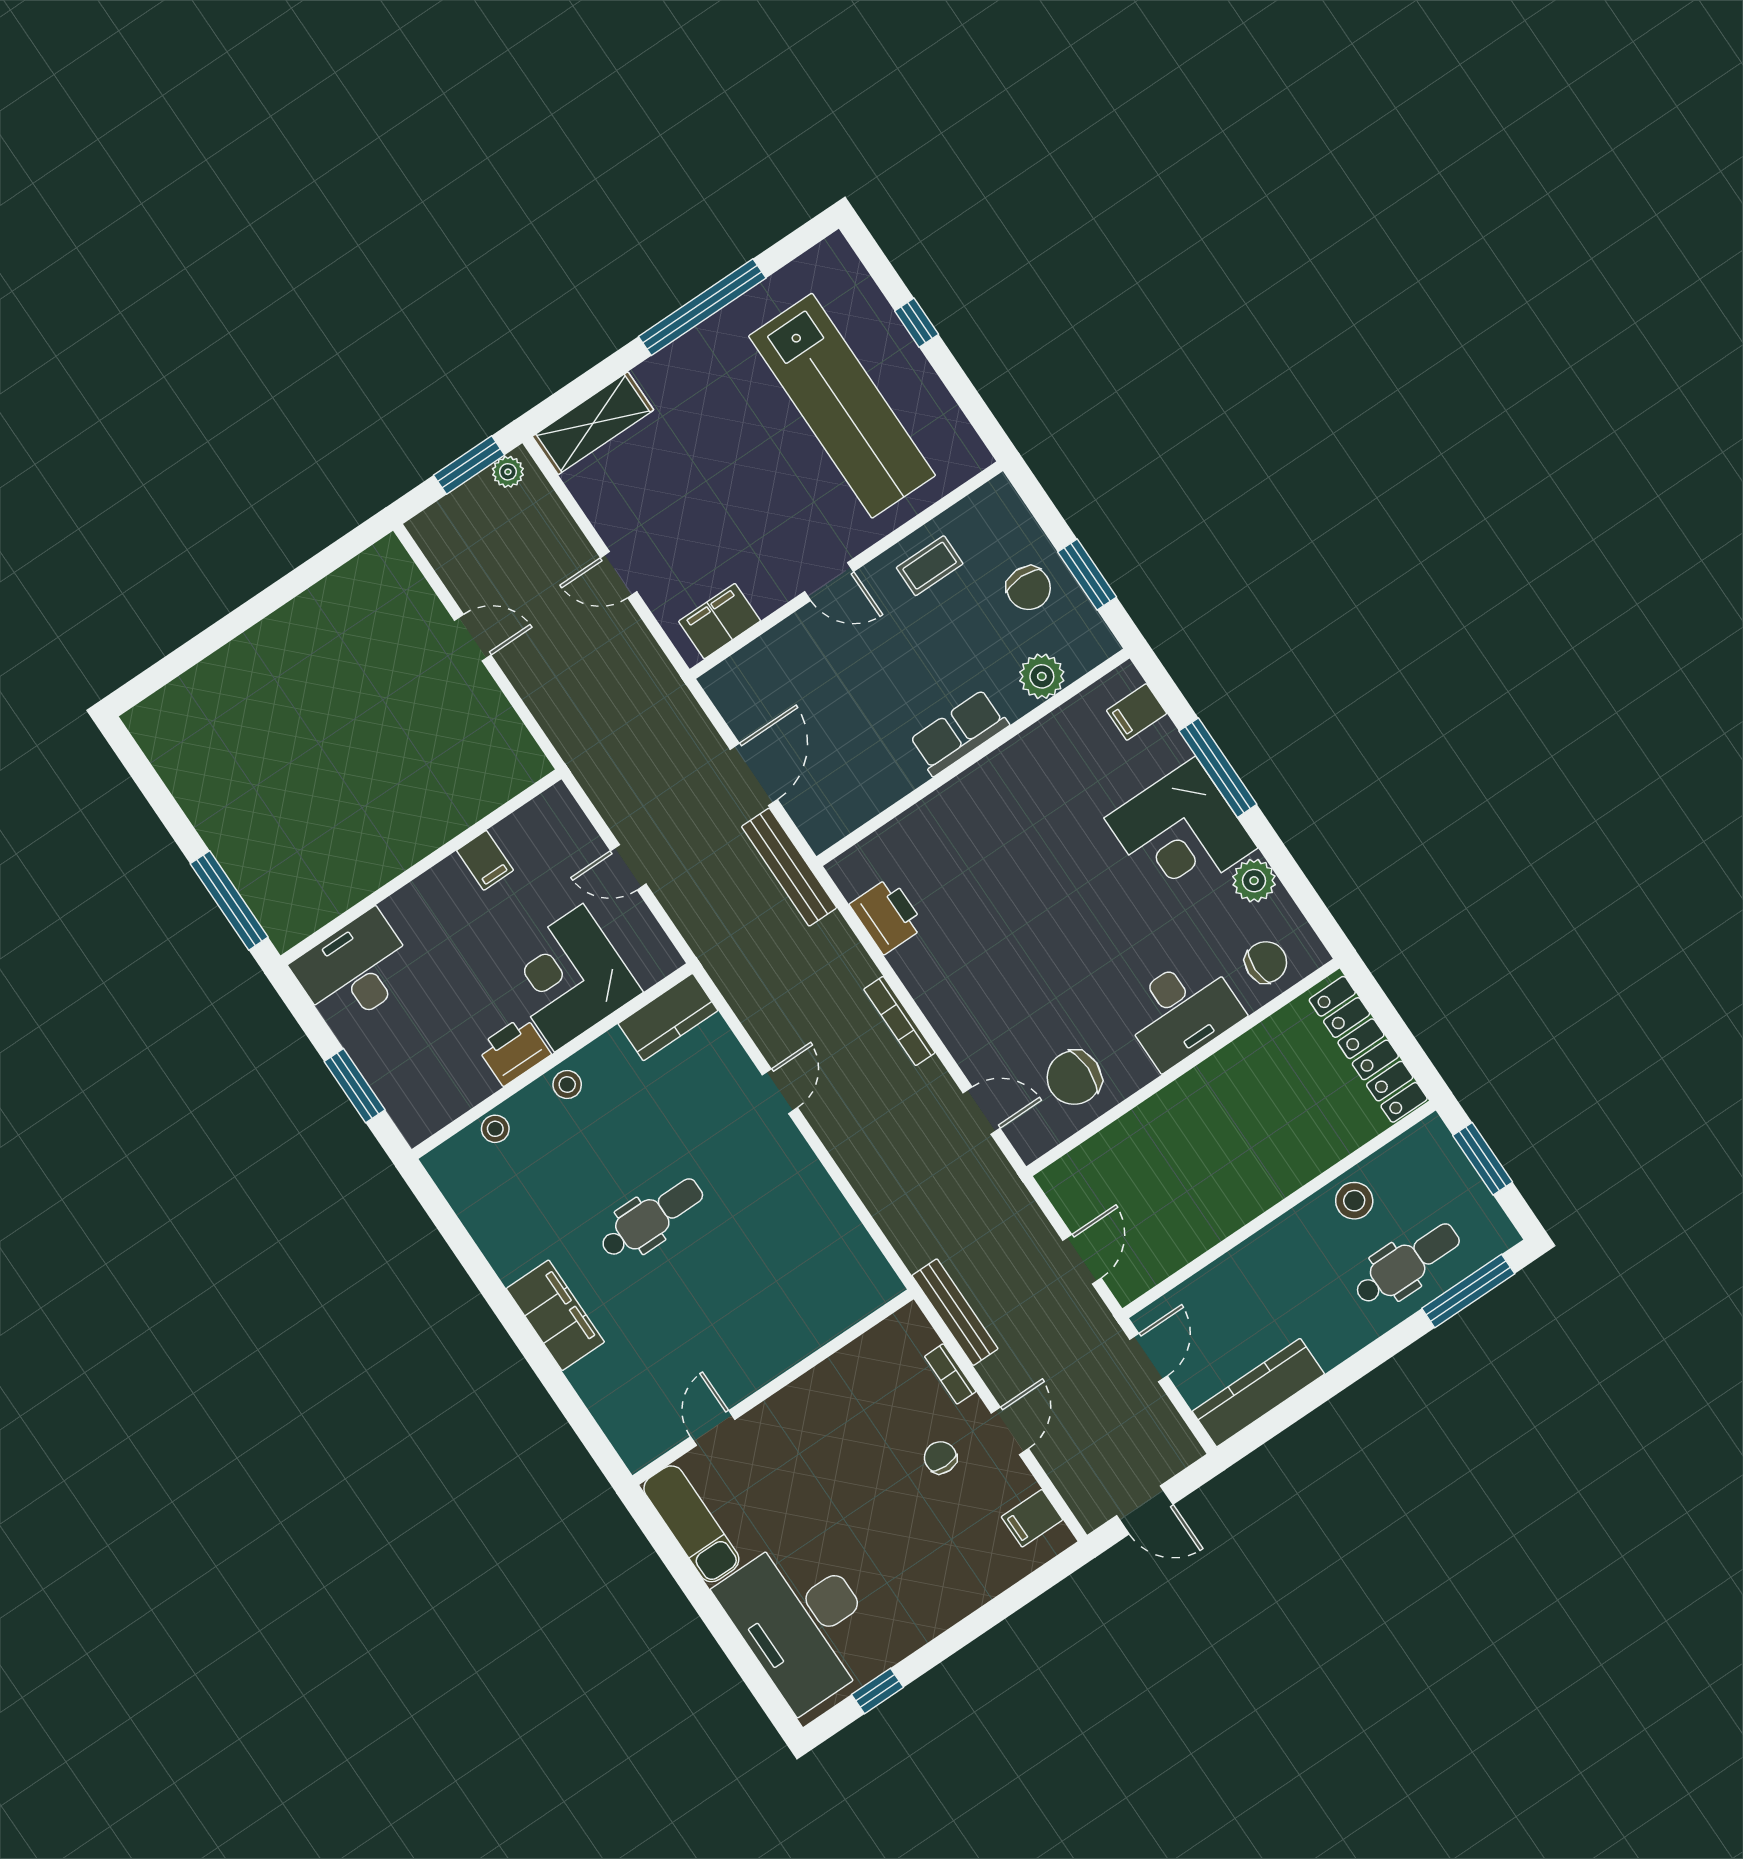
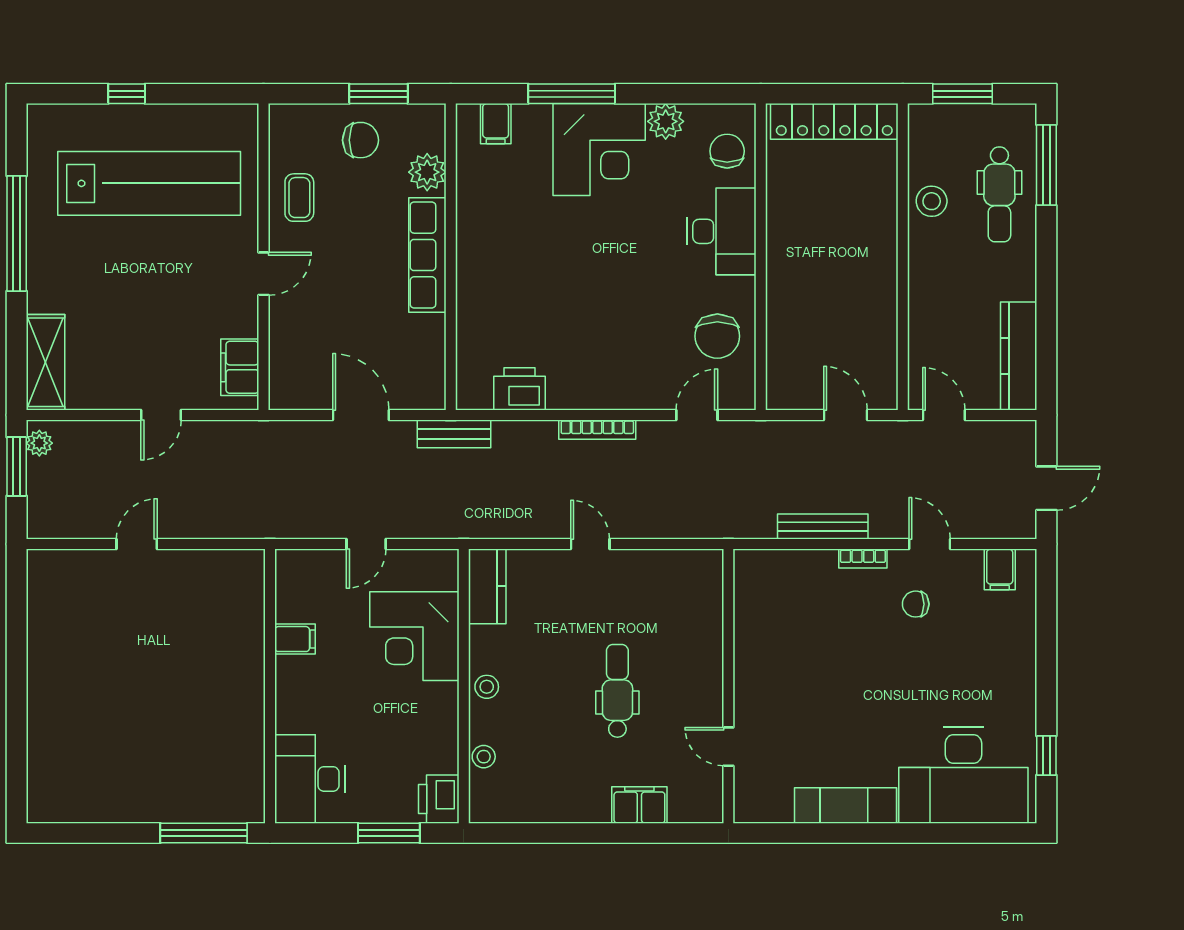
row of seats: (959, 733) -> (427, 255), width x1.48
bench: (789, 867) -> (454, 434), width x0.73
printer: (514, 1051) -> (439, 799), moved
dental chair: (1407, 1264) -> (999, 194), turned 180
filing cabinet: (555, 1315) -> (639, 805), width x0.67, depth x0.86
wall: (773, 1387) -> (728, 686), moved
door: (713, 1428) -> (728, 747), moved

